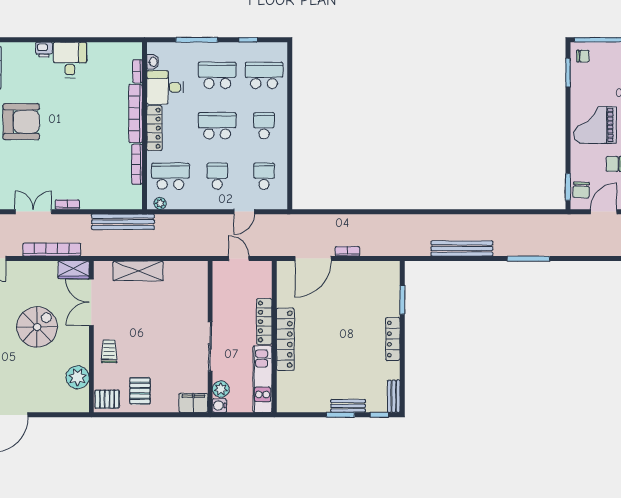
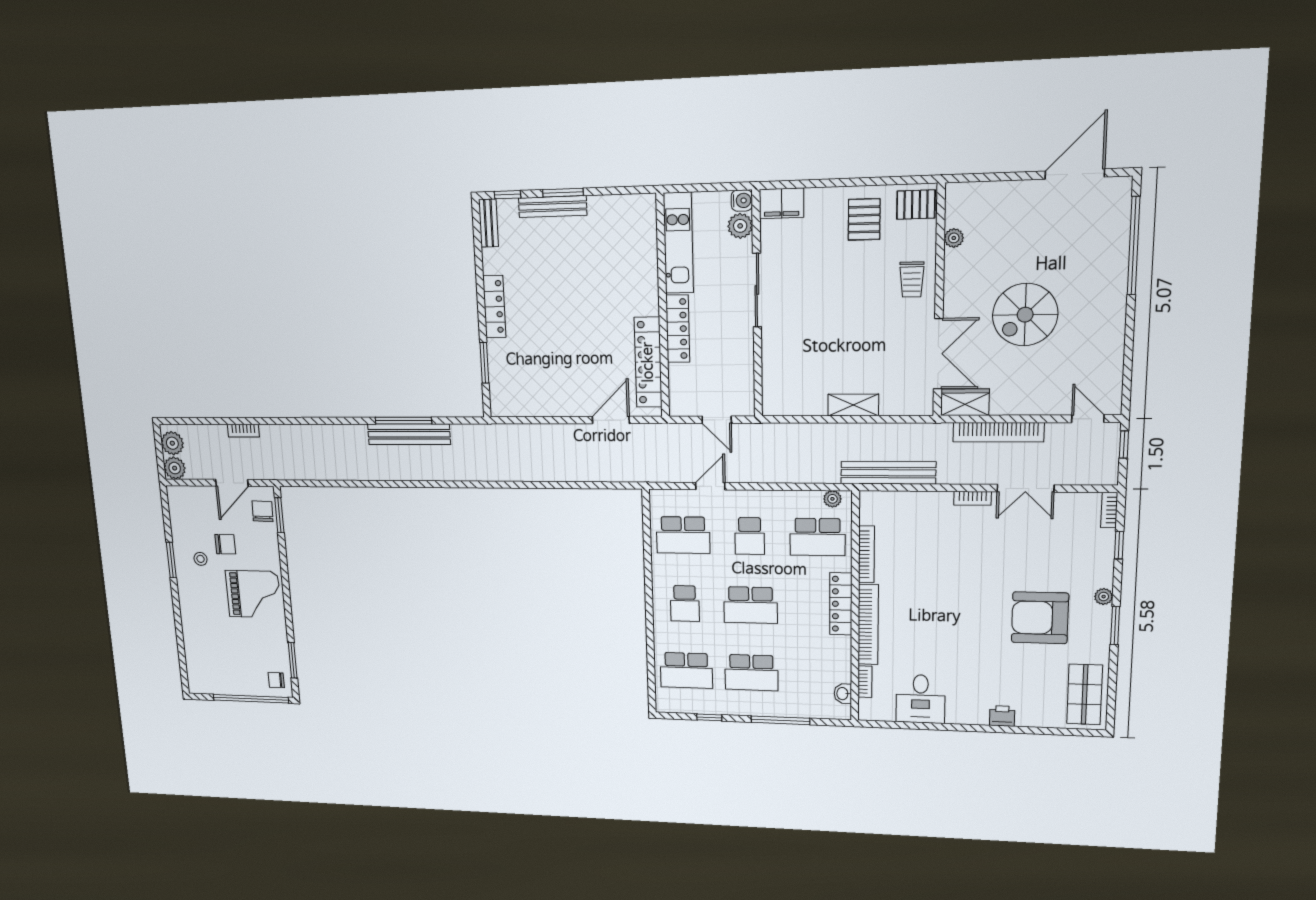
desk: (70, 60) -> (920, 699), moved
desk: (165, 87) -> (825, 659), removed
school desk: (264, 176) -> (683, 535), width x1.85
bookcase: (347, 251) -> (243, 431), moved
door: (313, 259) -> (611, 420), width x0.73
window: (529, 259) -> (403, 421), moved
shelving: (138, 271) -> (853, 405), width x0.67, depth x0.75
locker: (285, 339) -> (648, 362), moved
plant: (78, 377) -> (954, 238), width x0.53, depth x0.53
bench: (348, 406) -> (553, 207), width x1.36

